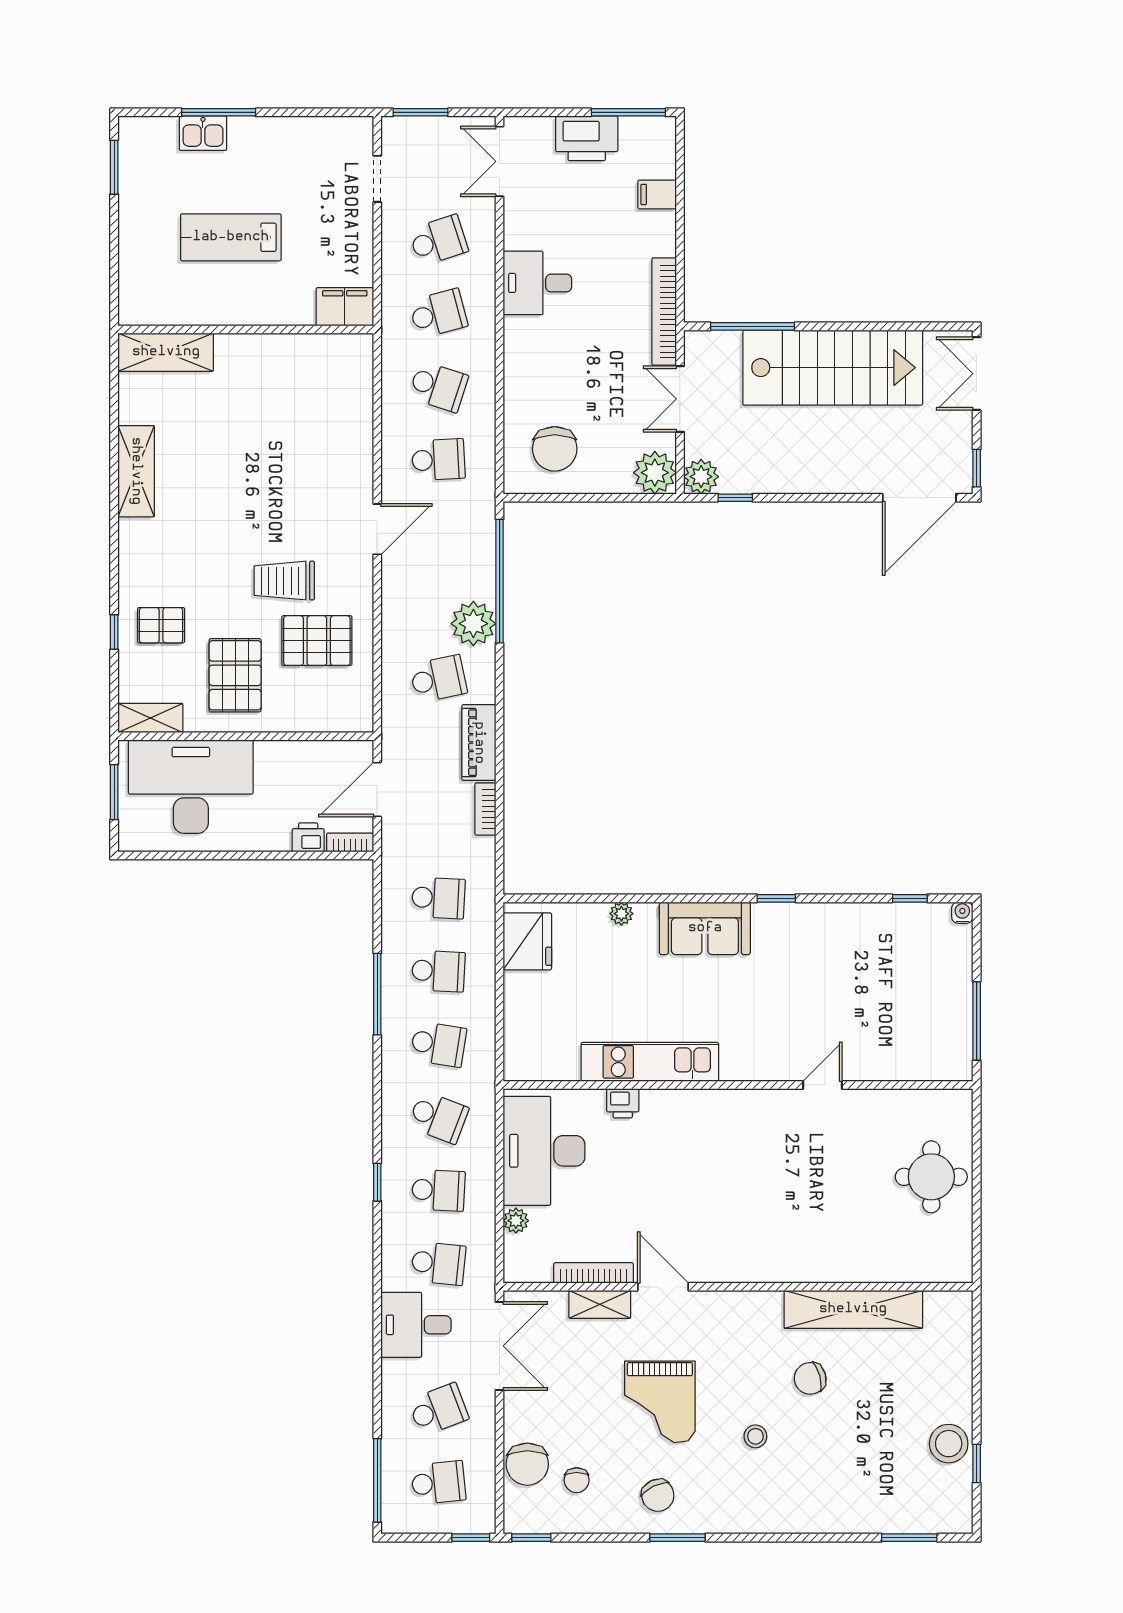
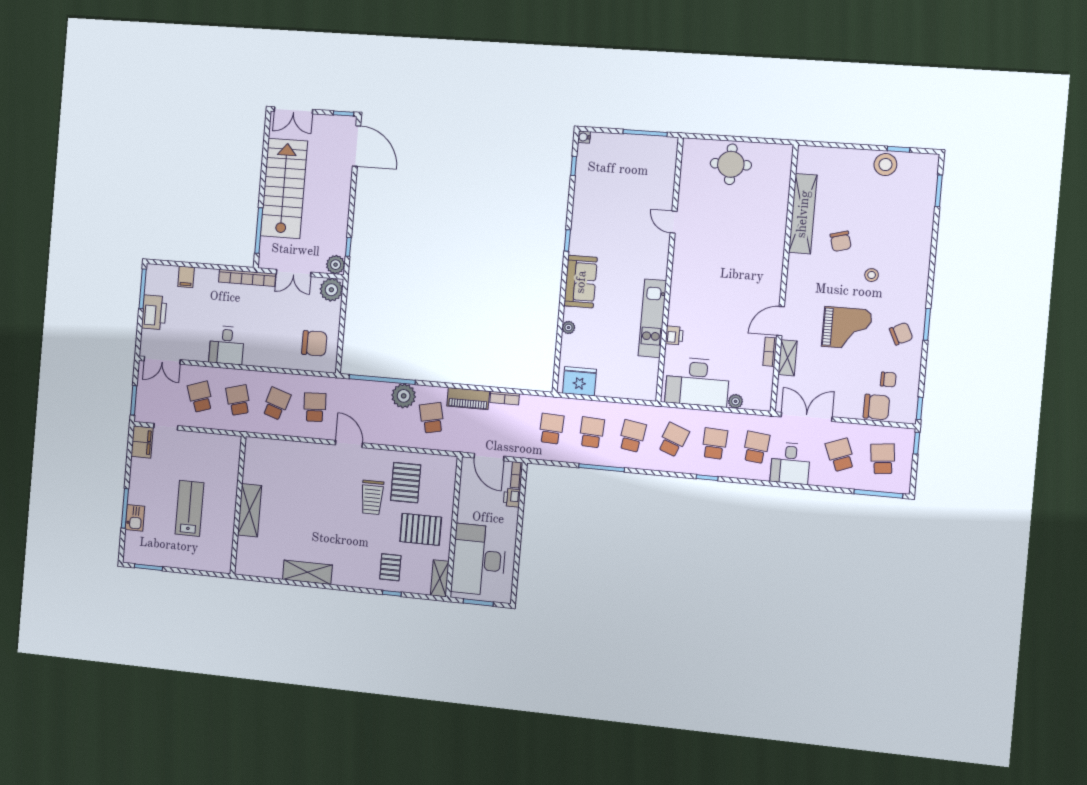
lab bench: (231, 237) -> (190, 508), turned 180
filing cabinet: (345, 307) -> (142, 442), moved, turned 180
shelving: (166, 352) -> (250, 510), moved
bookcase: (594, 1273) -> (770, 352), width x0.64

